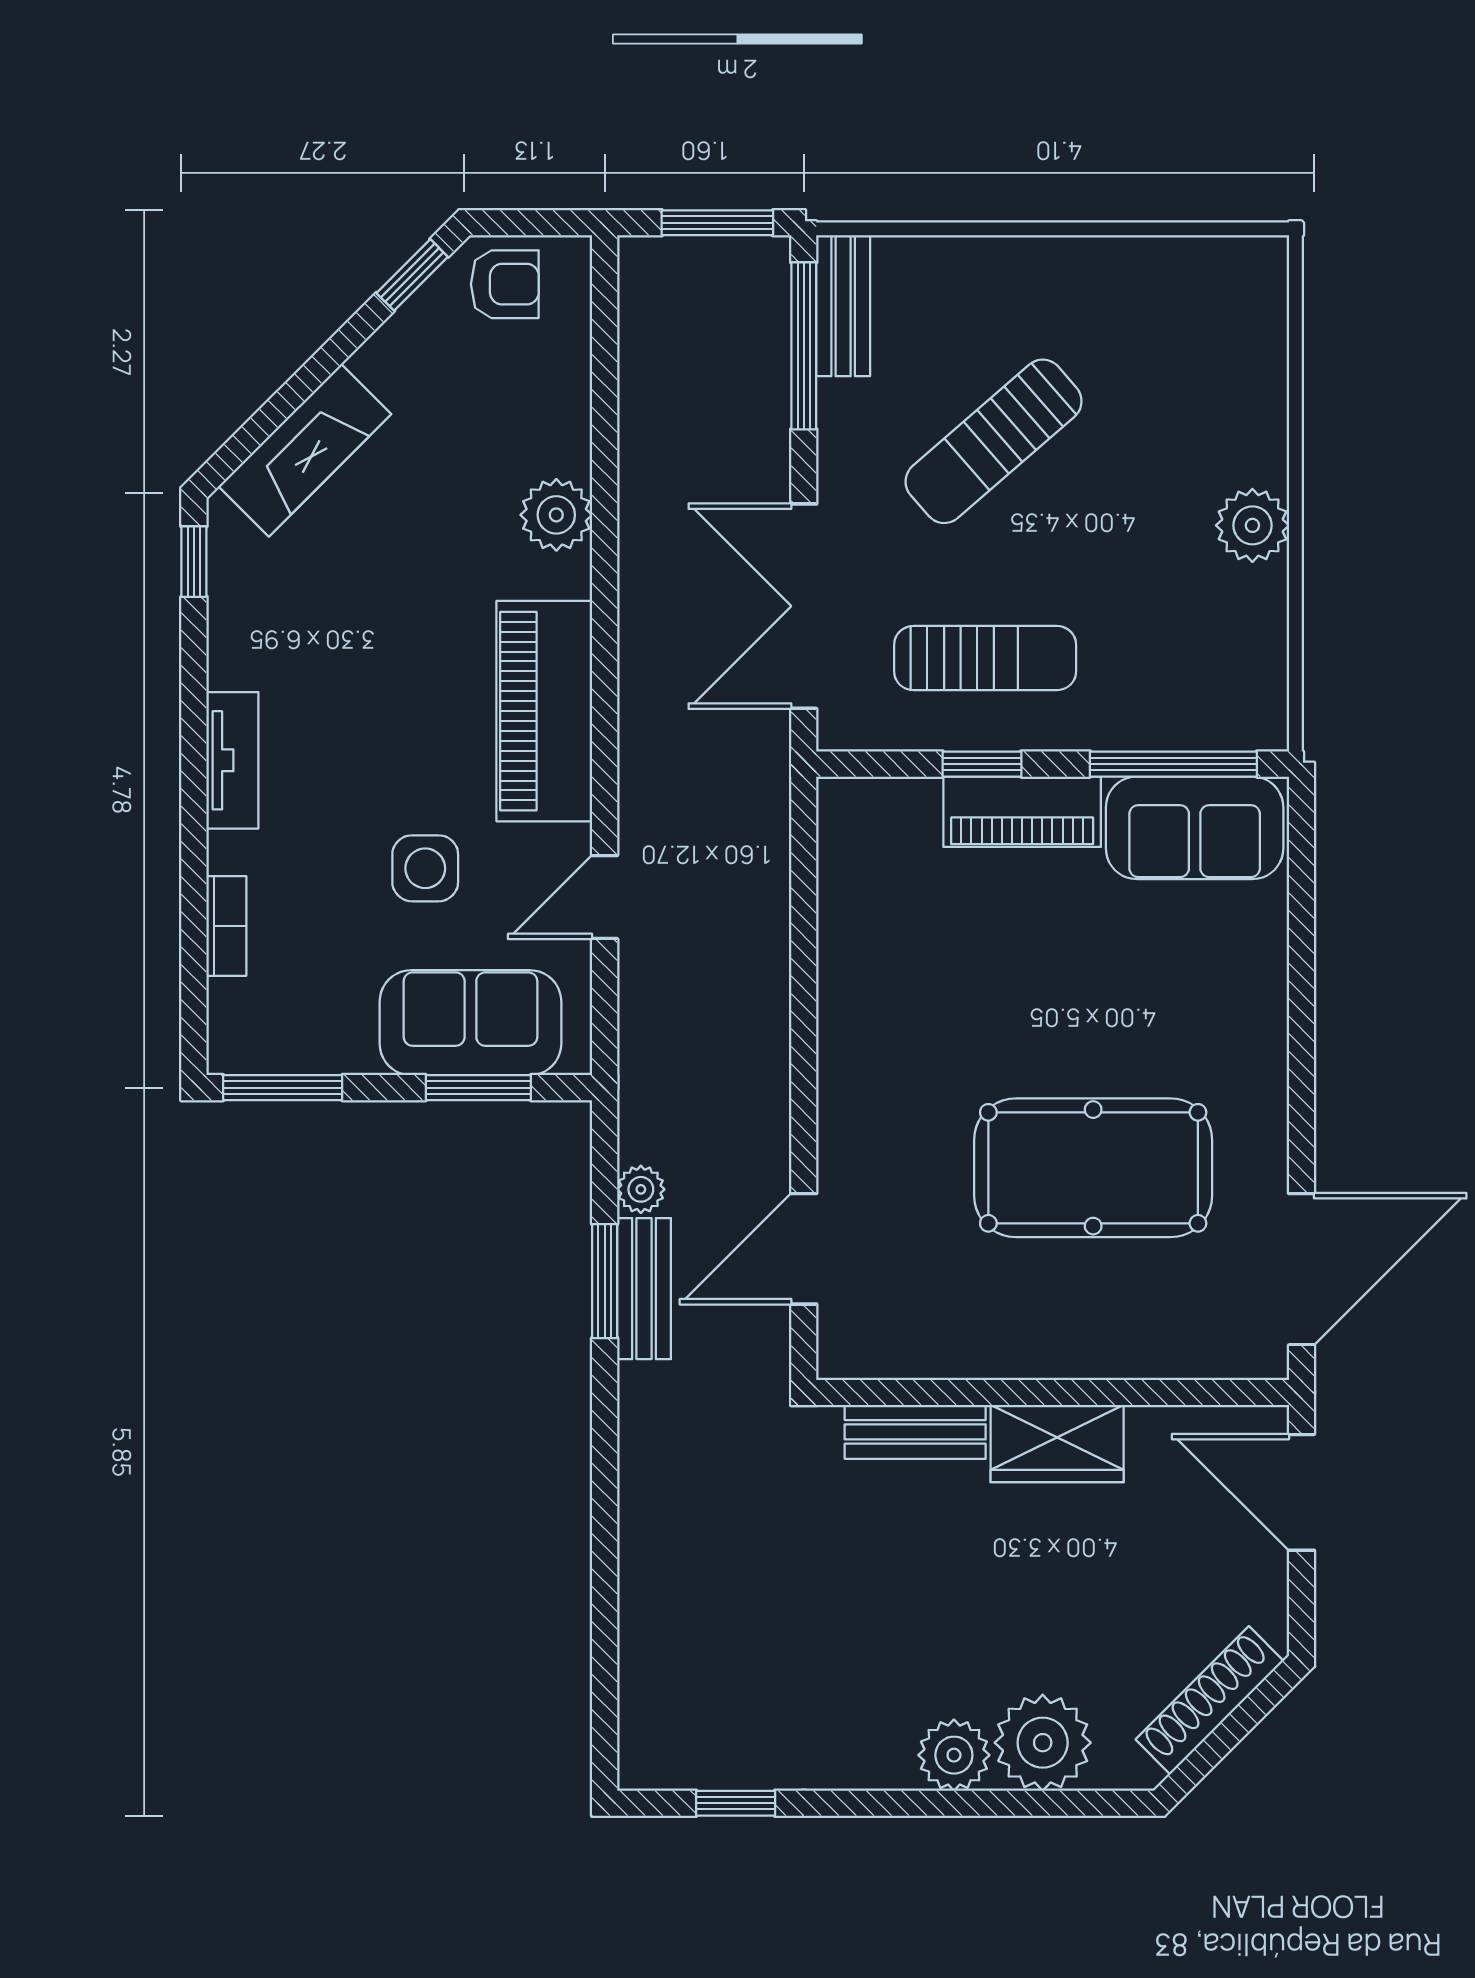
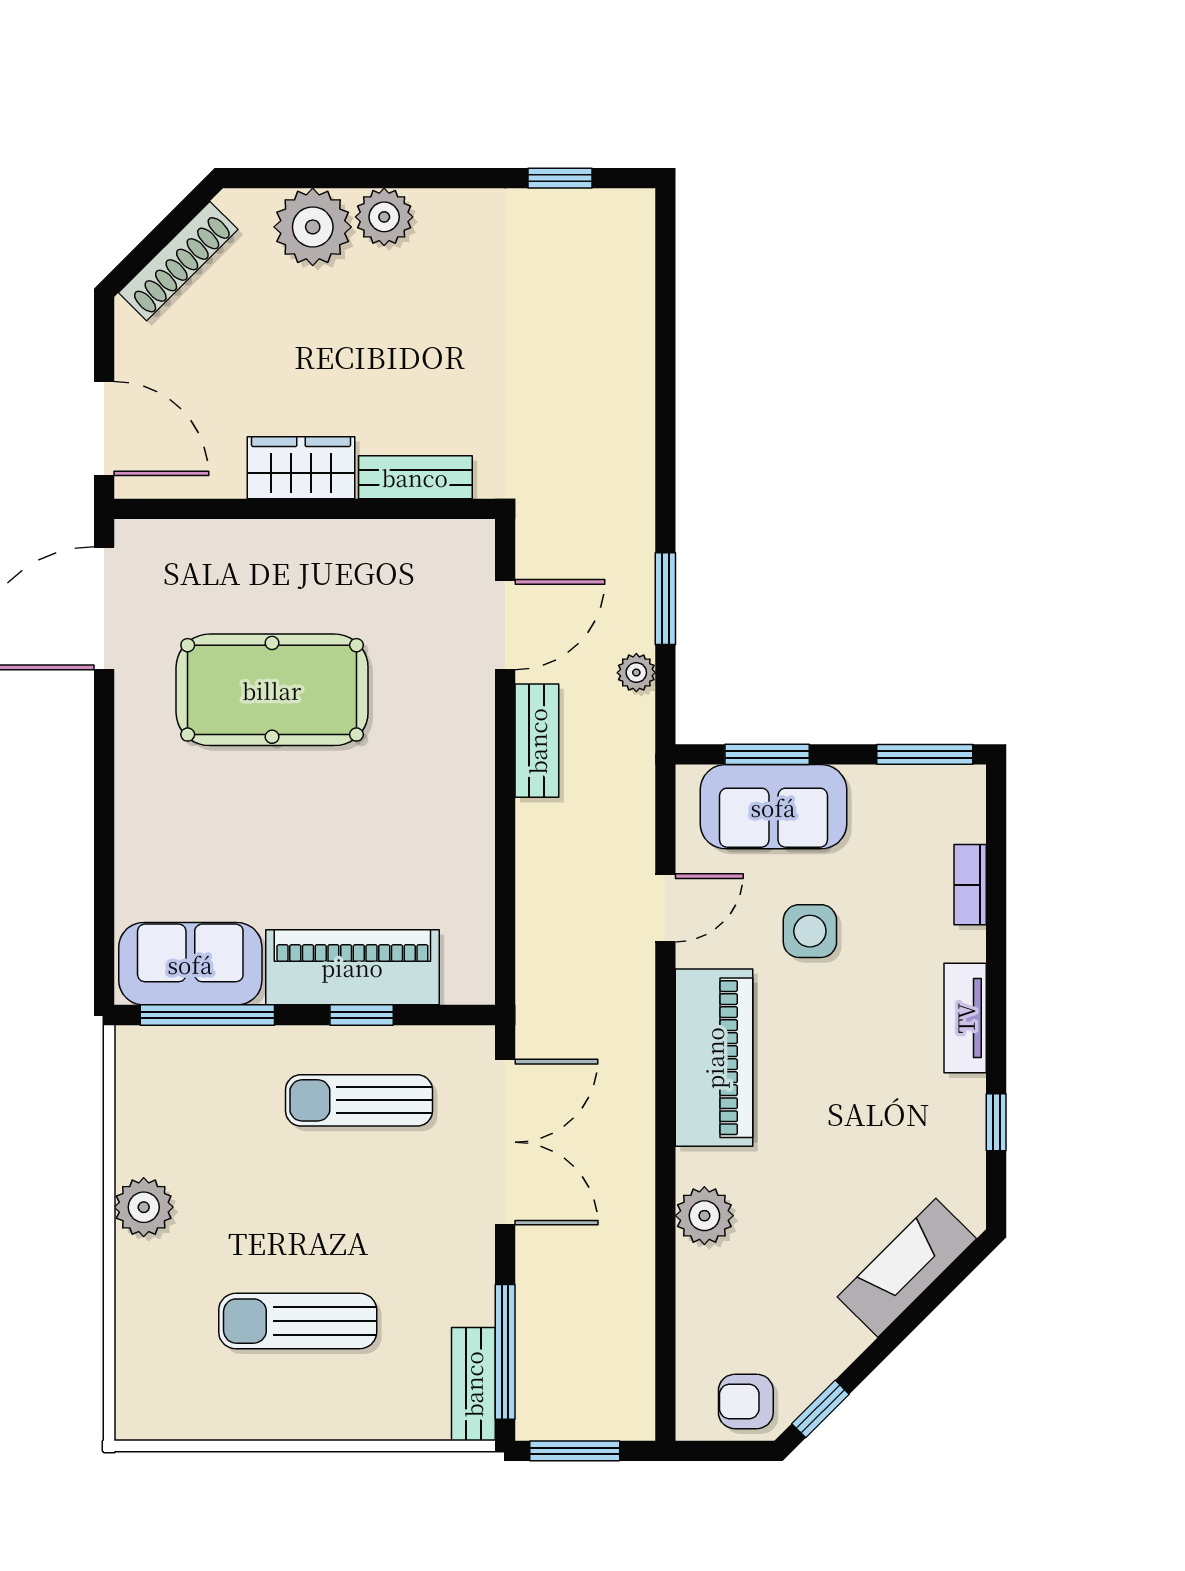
sun lounger: (994, 441) -> (298, 1321), moved, turned -139
window: (194, 562) -> (996, 1122), moved
piano: (1022, 812) -> (352, 967), width x1.37, depth x1.33
bench: (644, 1289) -> (537, 741), moved

